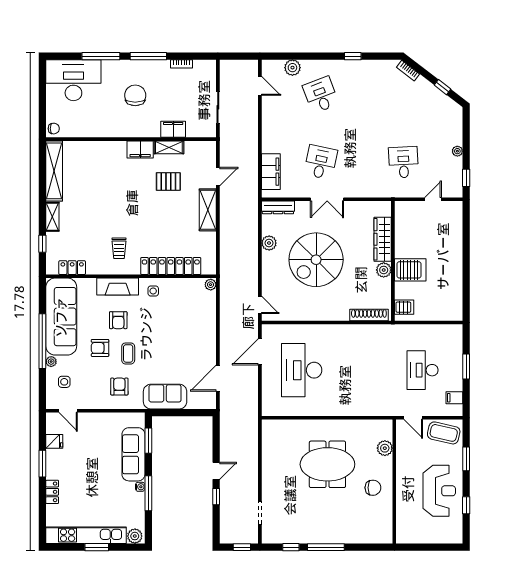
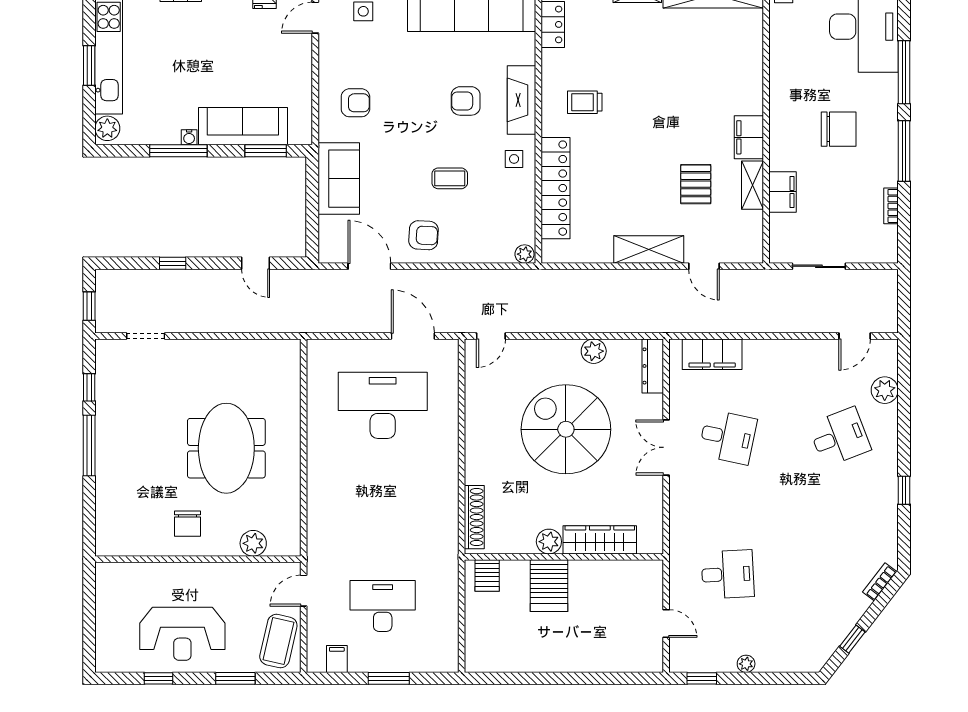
armchair: (100, 348) -> (423, 235), moved, turned 93
coffee table: (128, 353) -> (450, 178), moved
door: (216, 471) -> (256, 263), moved

